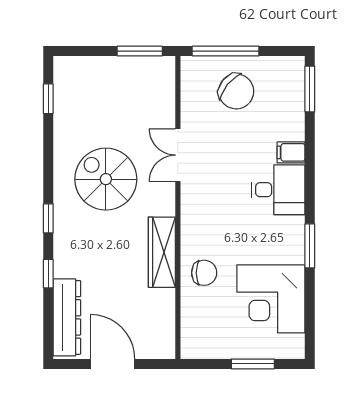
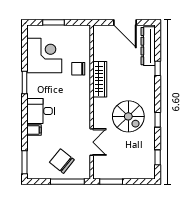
double door: (178, 155) -> (92, 142), moved
window: (48, 218) -> (158, 120), moved

